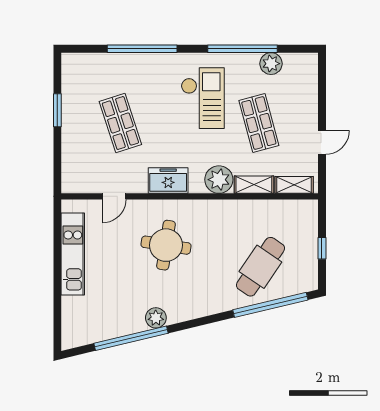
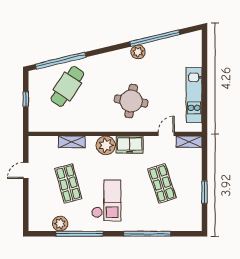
checkout: (203, 98) -> (106, 200), turned 180
plant: (219, 180) -> (106, 145), moved
shelving: (294, 185) -> (189, 142), moved

